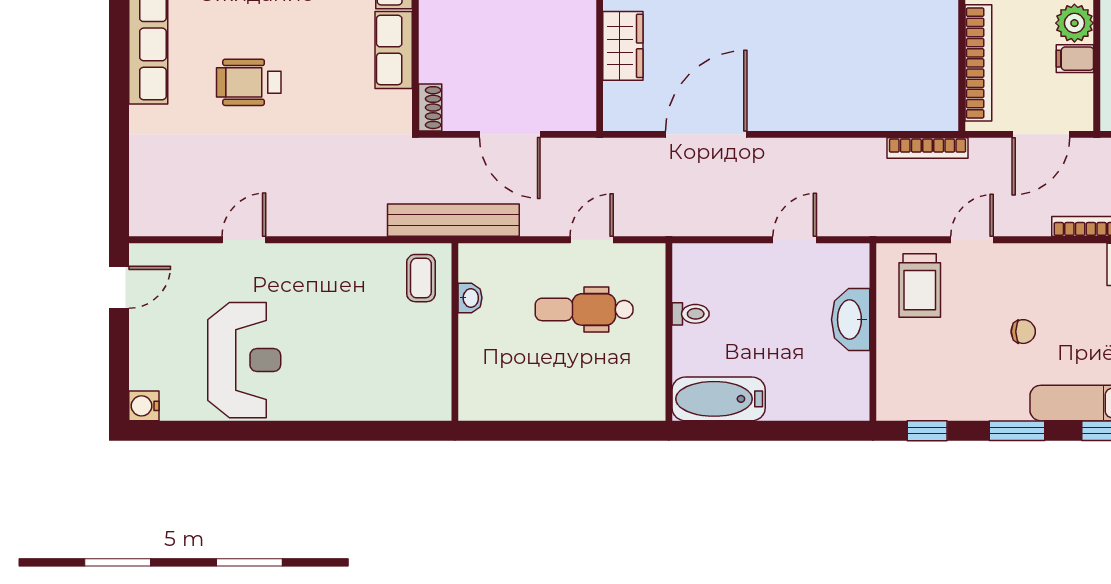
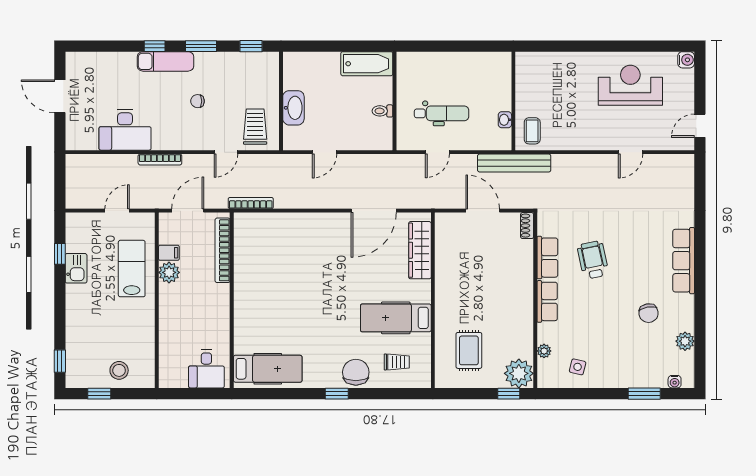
wardrobe: (623, 46) -> (420, 250), width x1.50
wheelchair: (249, 82) -> (593, 260), moved, turned -102
reception desk: (244, 360) -> (630, 85), turned 90

